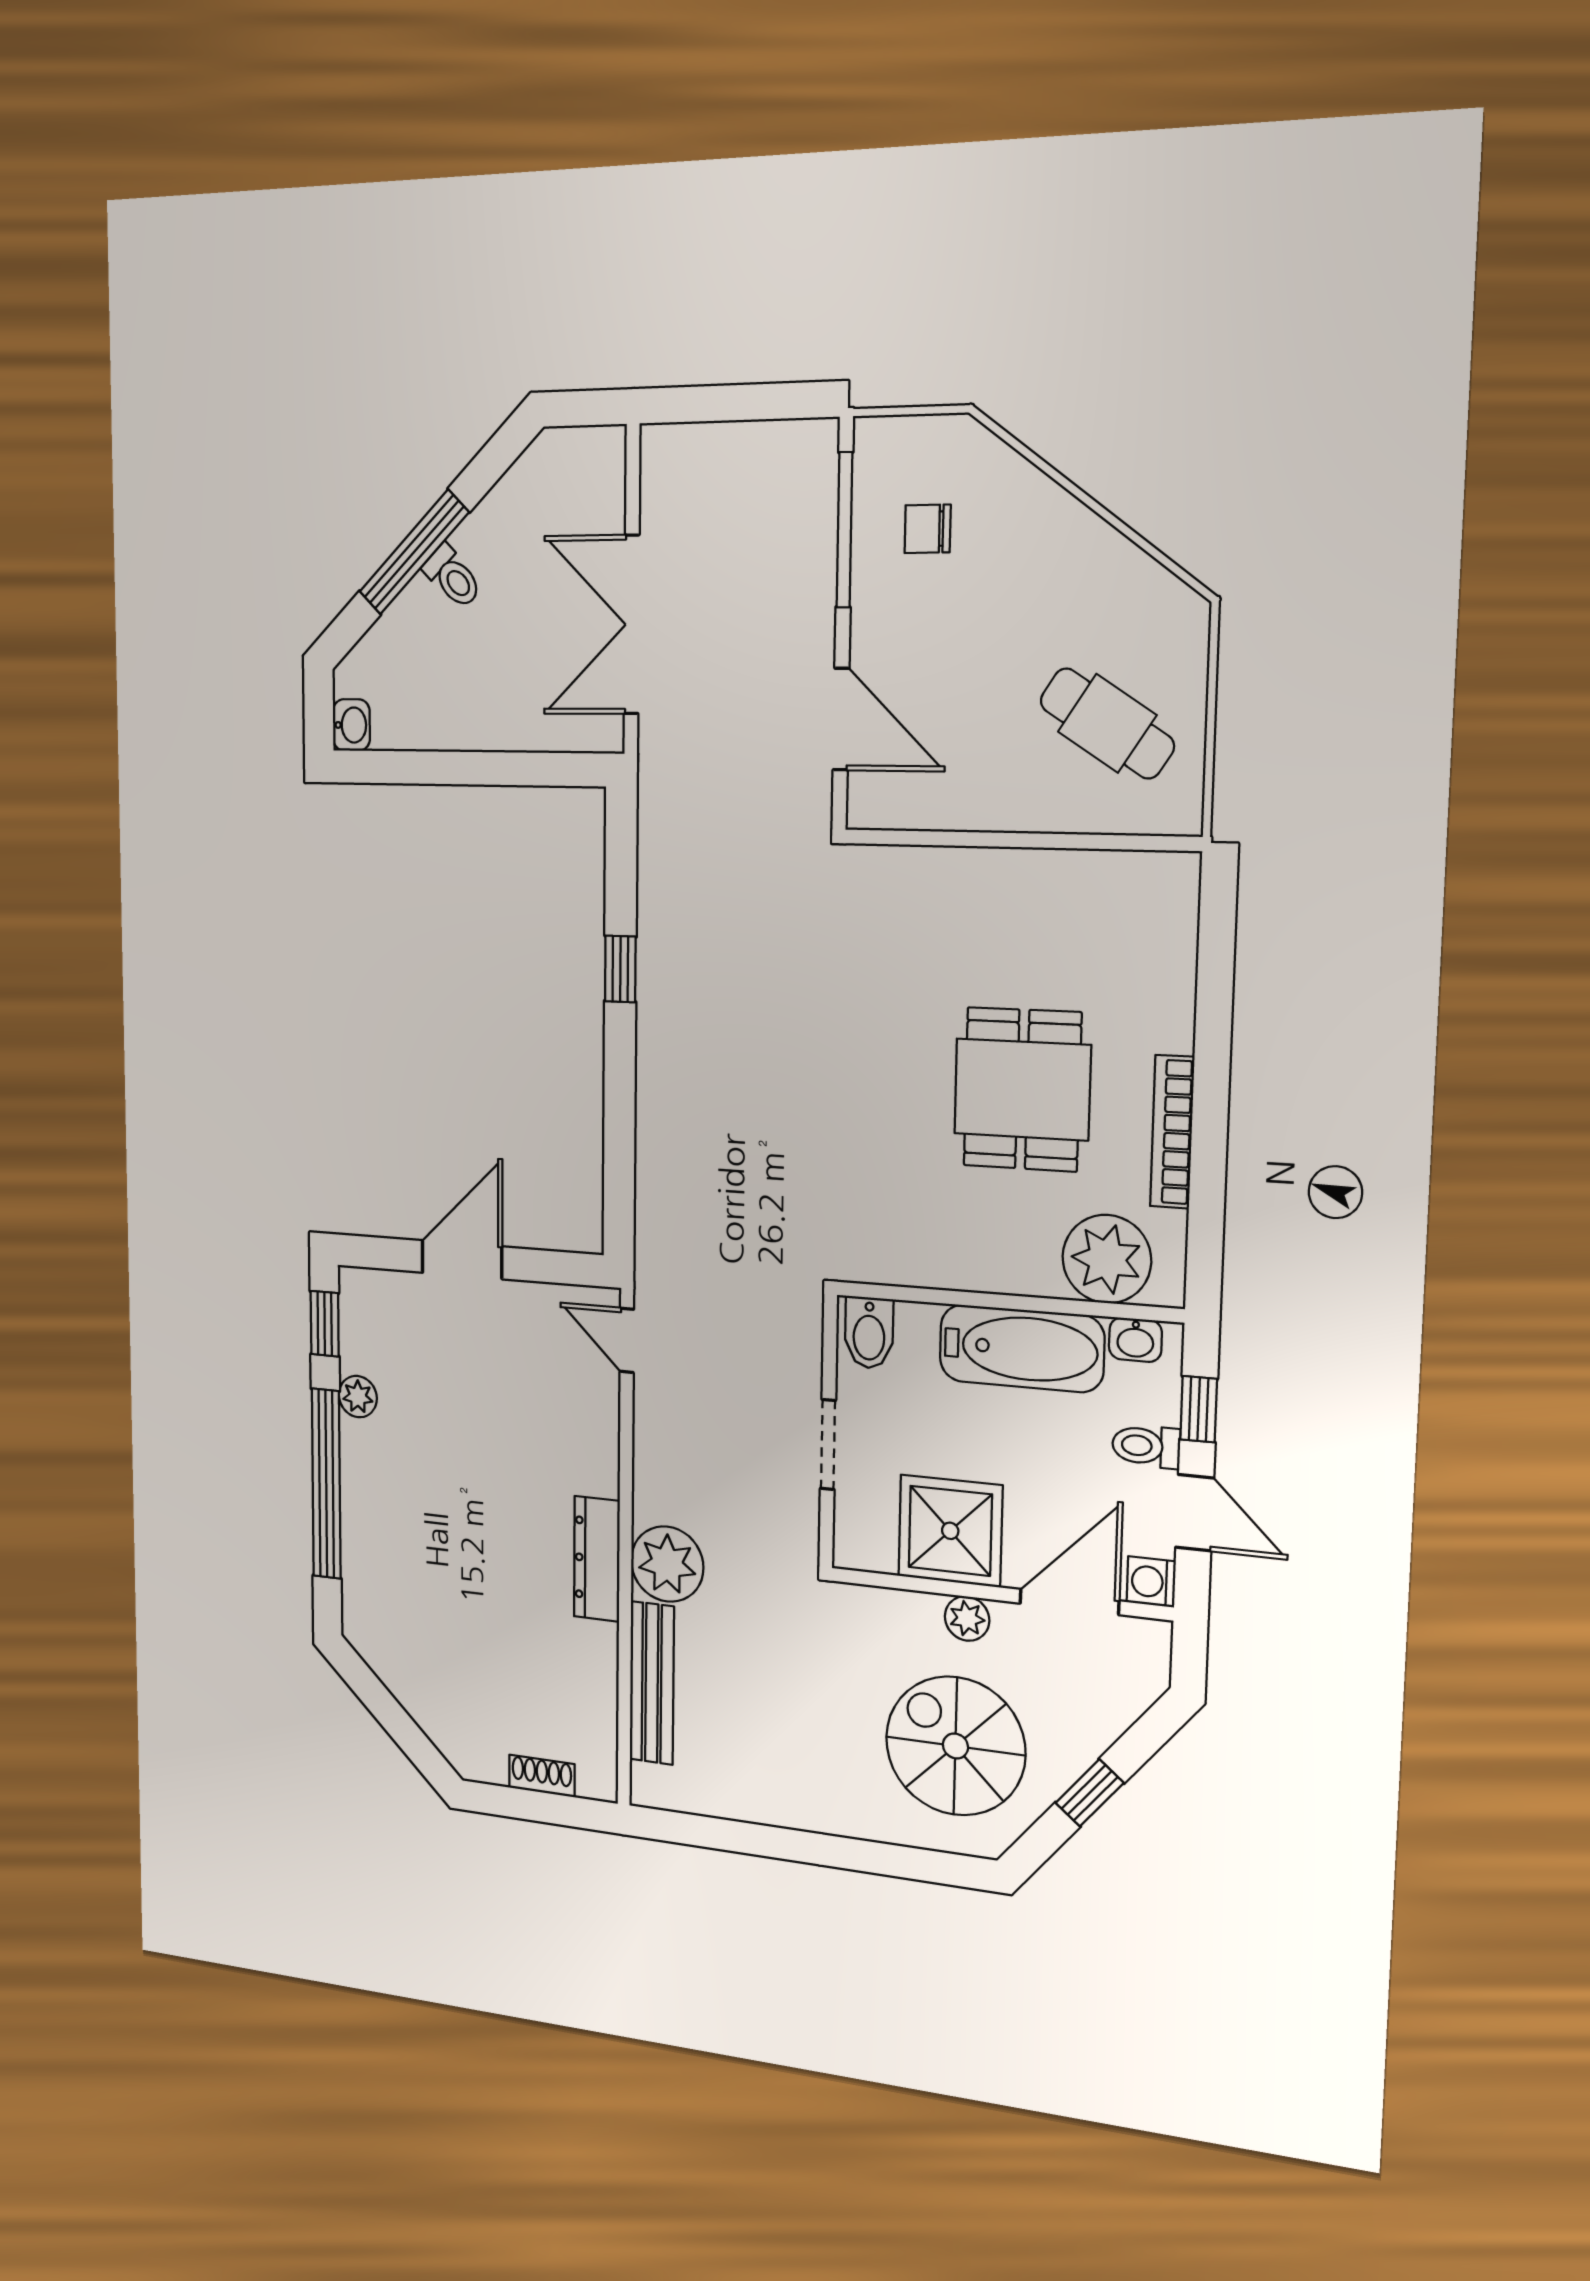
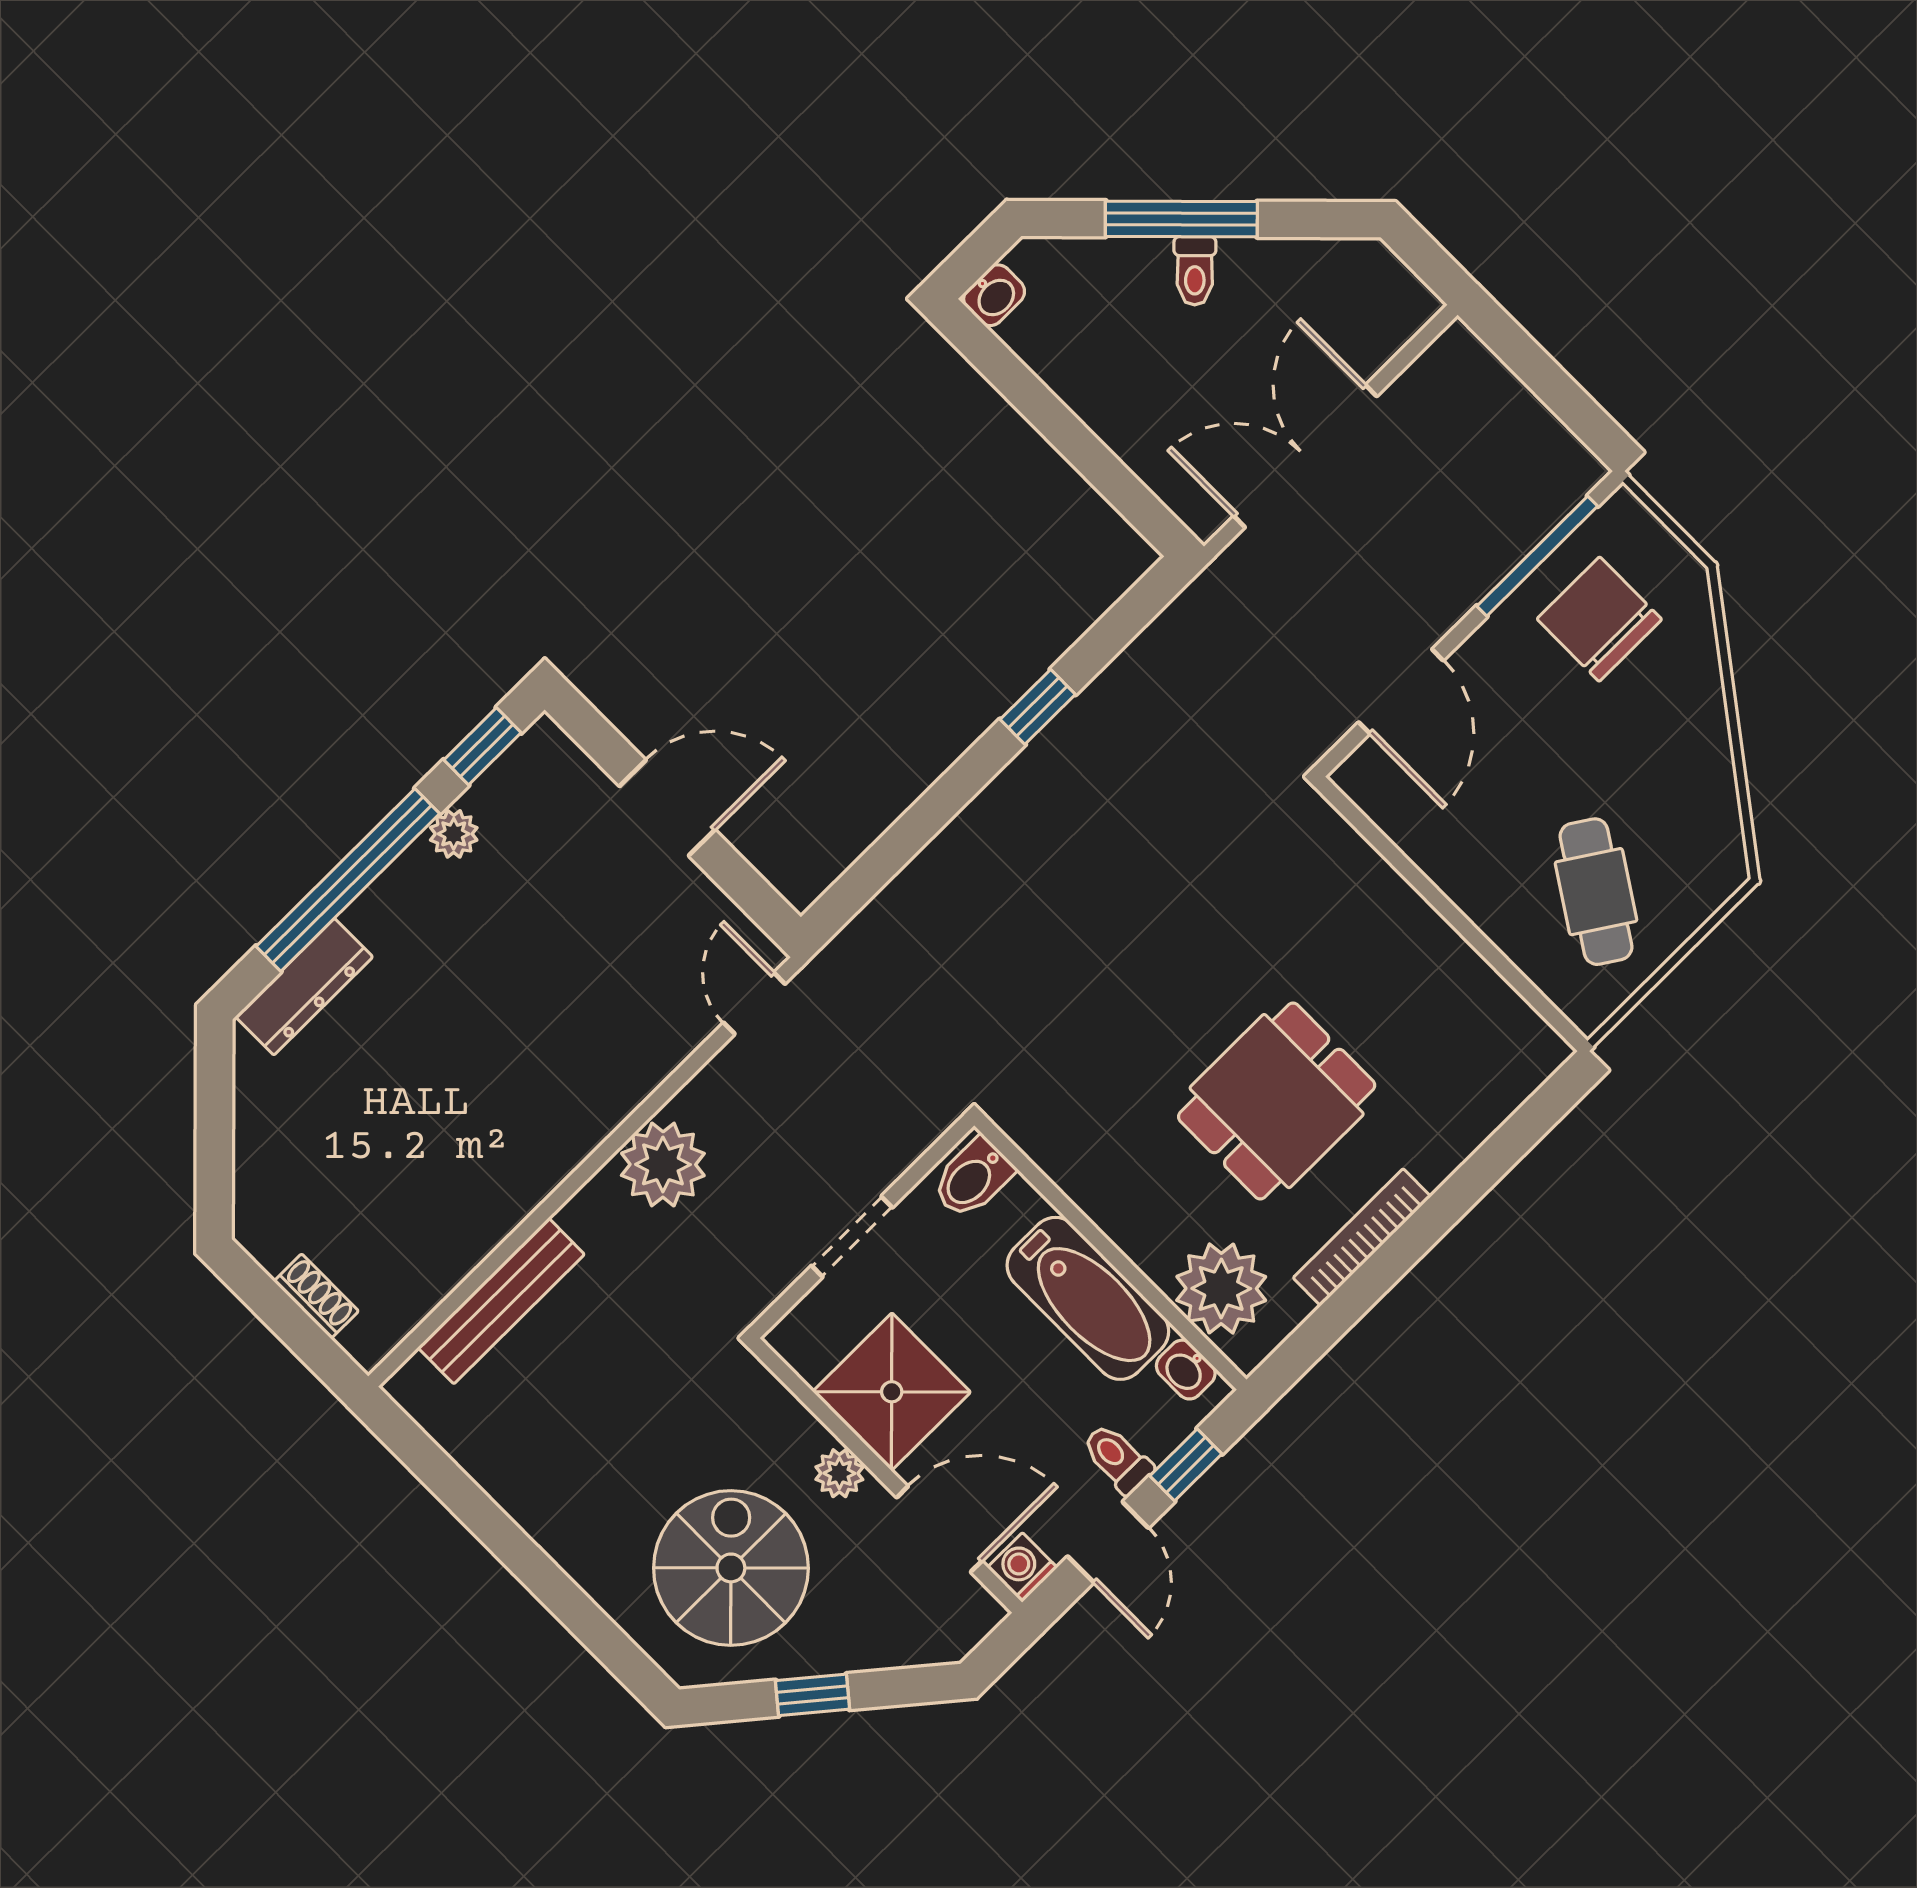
chair: (928, 529) -> (1599, 619), width x1.87, depth x1.87
dresser: (597, 1559) -> (304, 987), moved, turned 180
plant: (667, 1564) -> (663, 1164), moved

